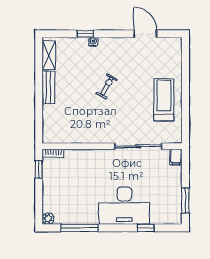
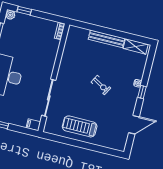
window: (85, 34) -> (142, 92), moved
bench: (49, 87) -> (106, 39), width x1.36
treadmill: (164, 100) -> (80, 126), turned 180
window: (39, 169) -> (24, 11), moved

